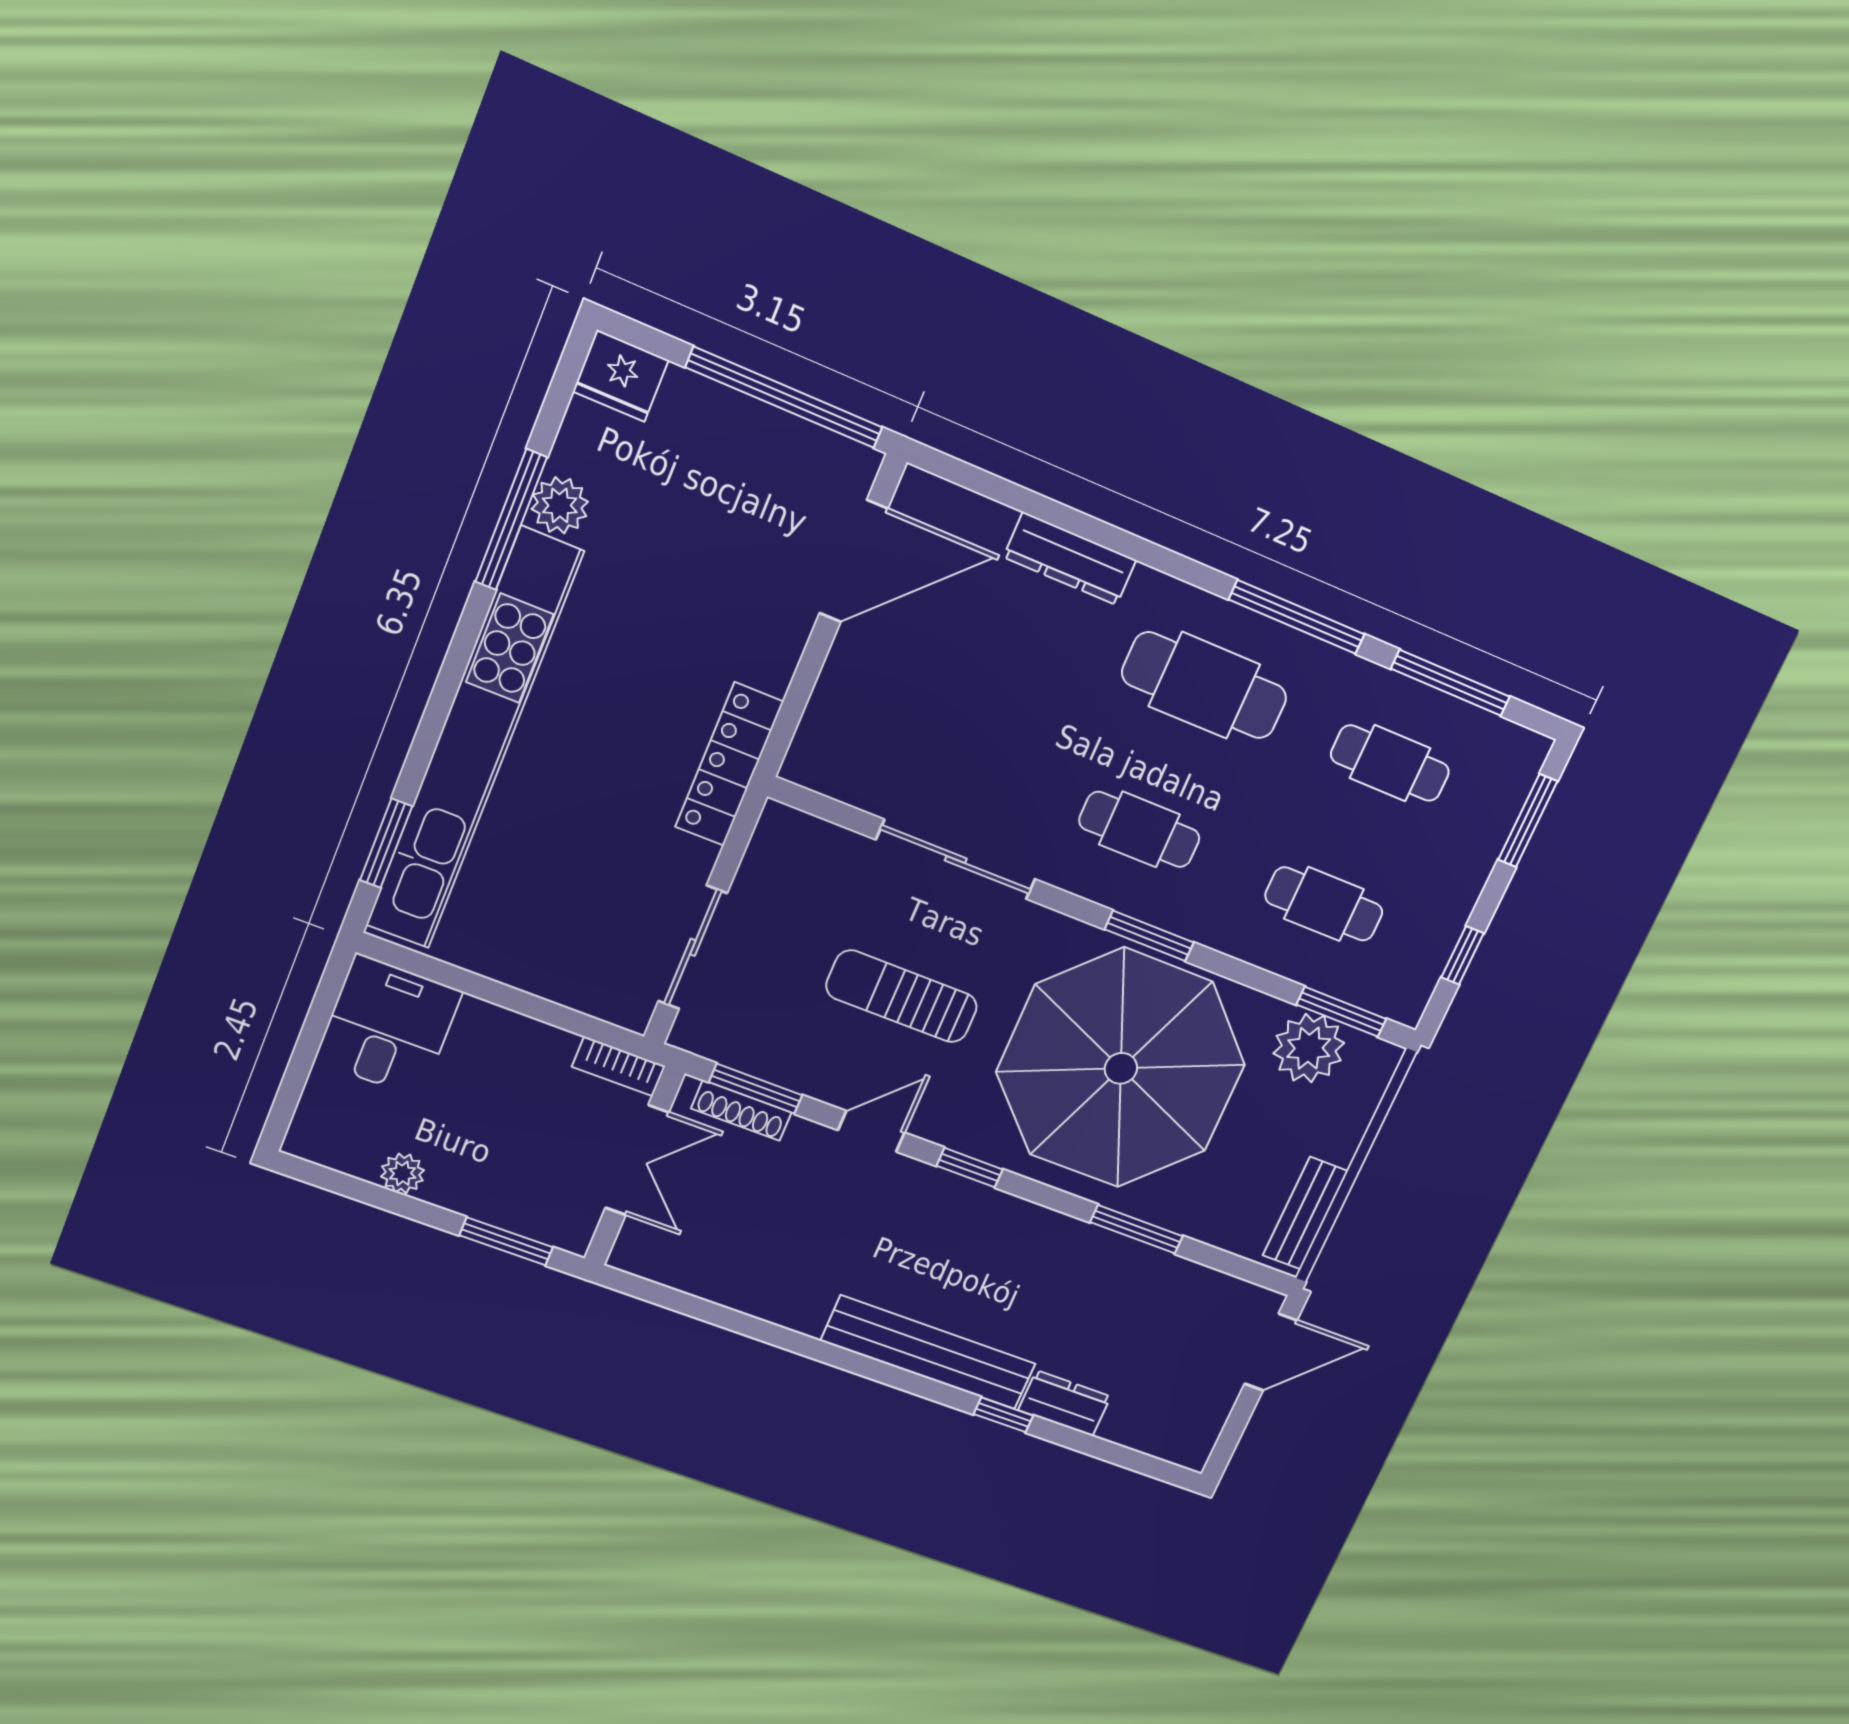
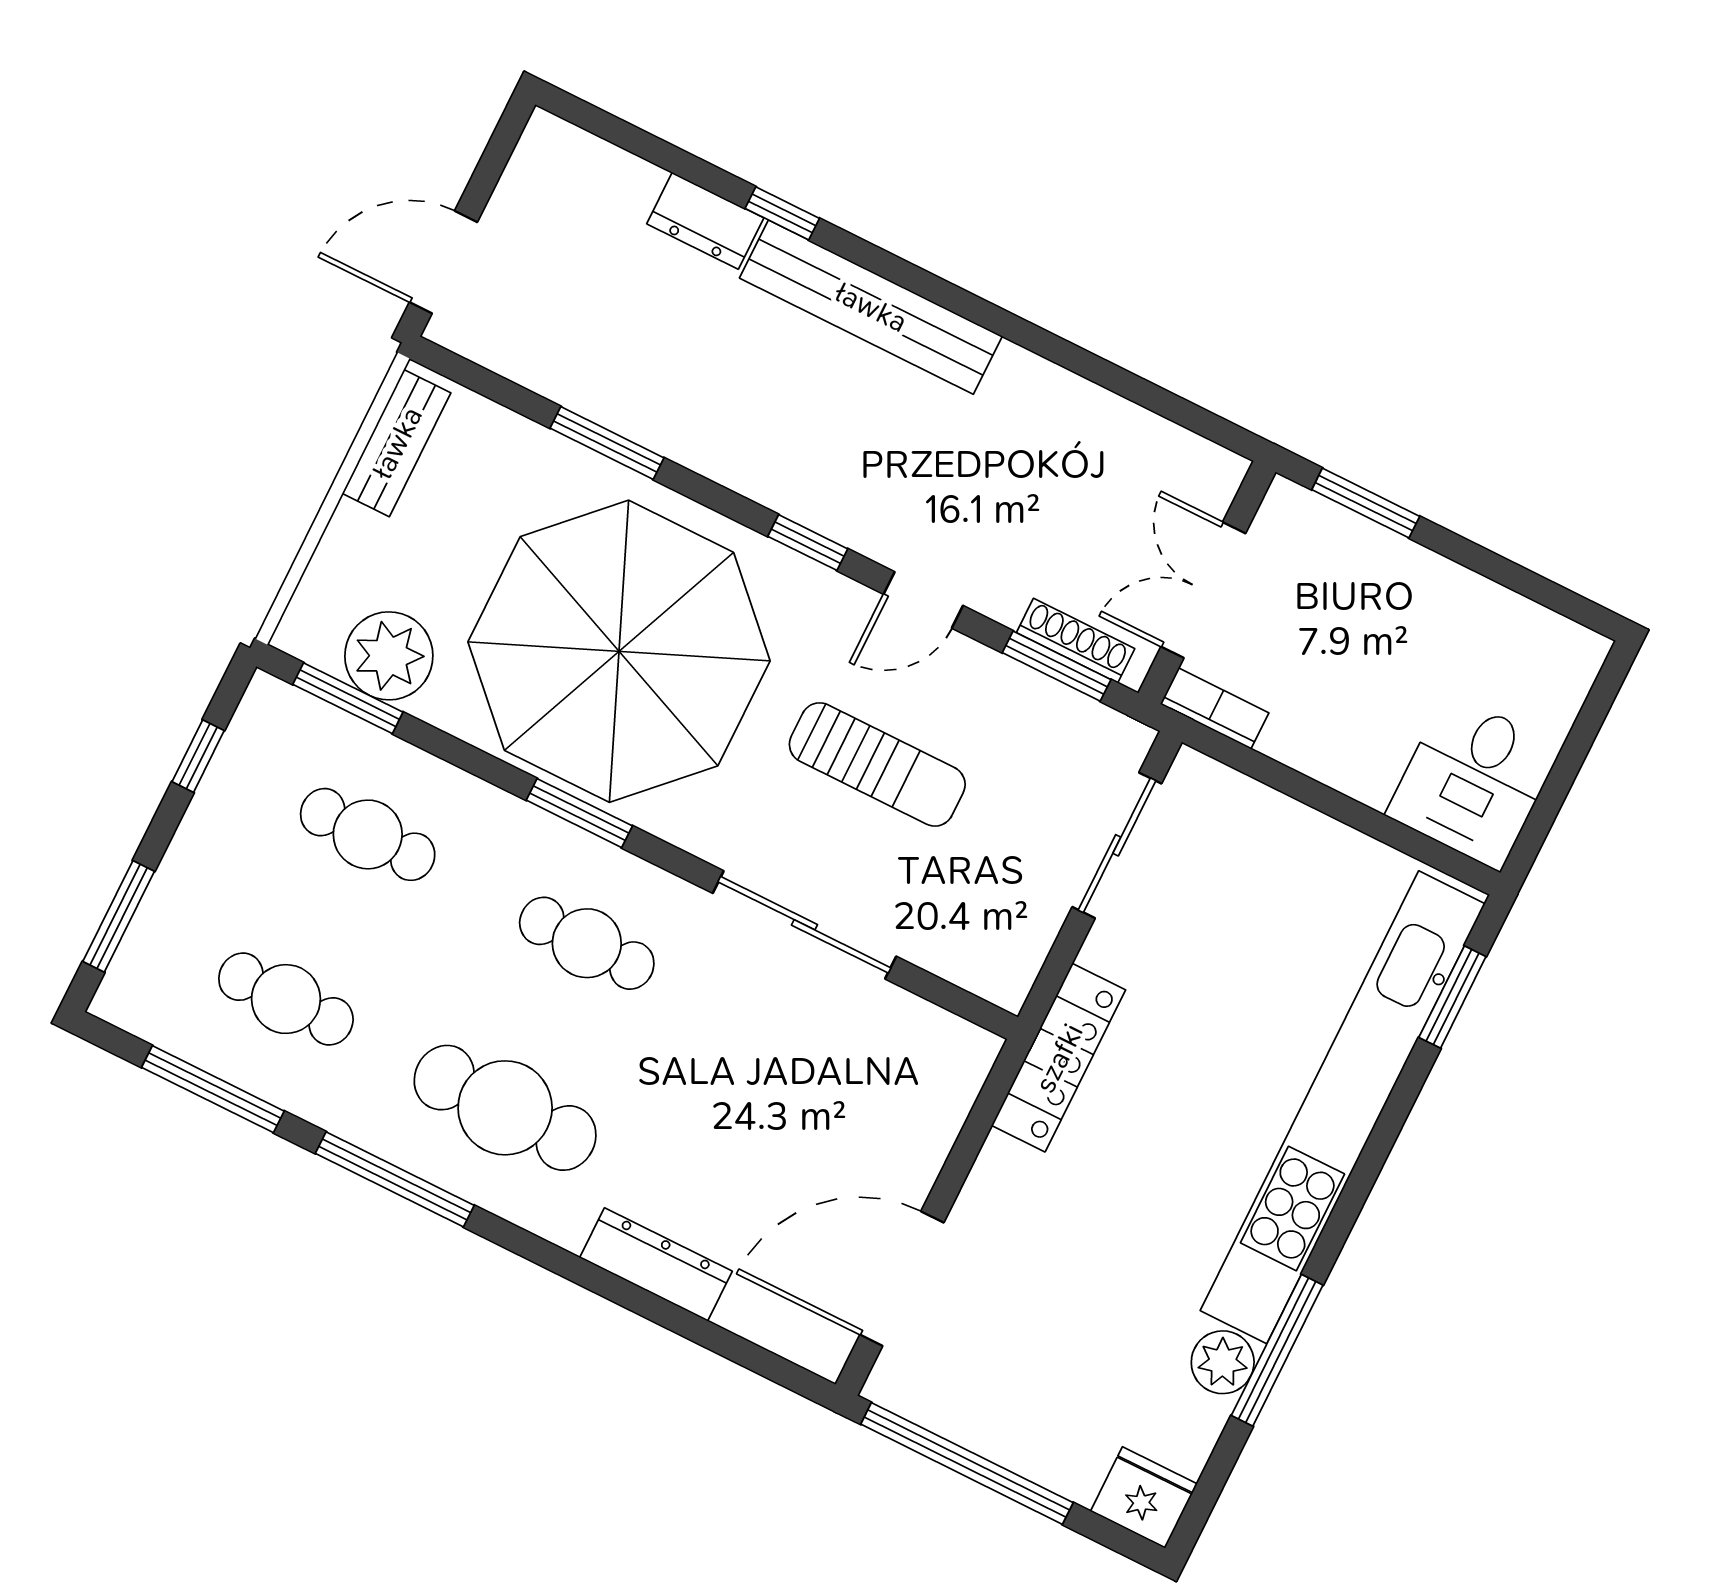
plant: (403, 1173) -> (1477, 600), removed

